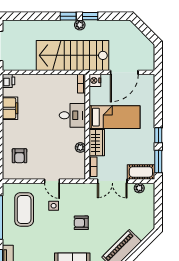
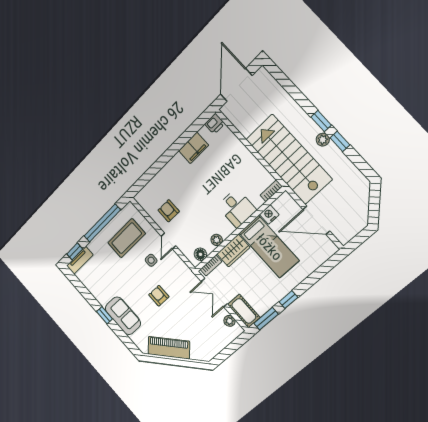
nightstand: (95, 80) -> (269, 215), moved
armchair: (19, 156) -> (169, 211), moved, turned 90
floor lamp: (80, 167) -> (200, 254), added

